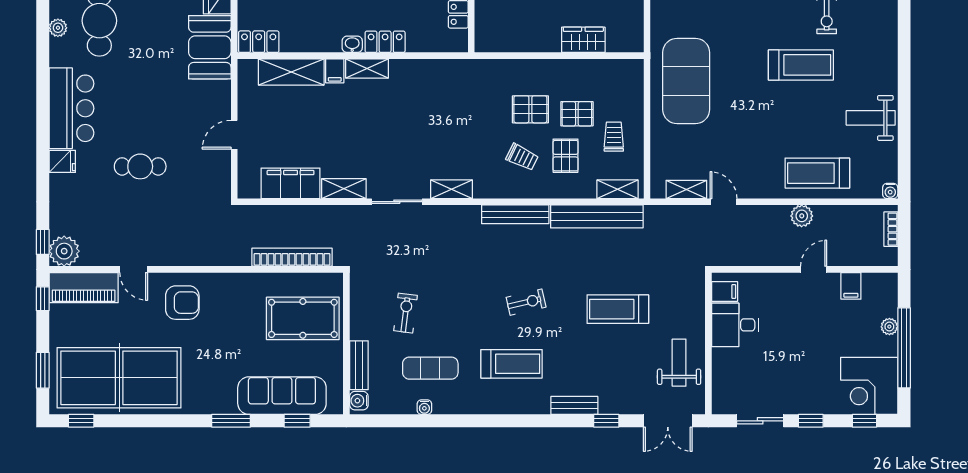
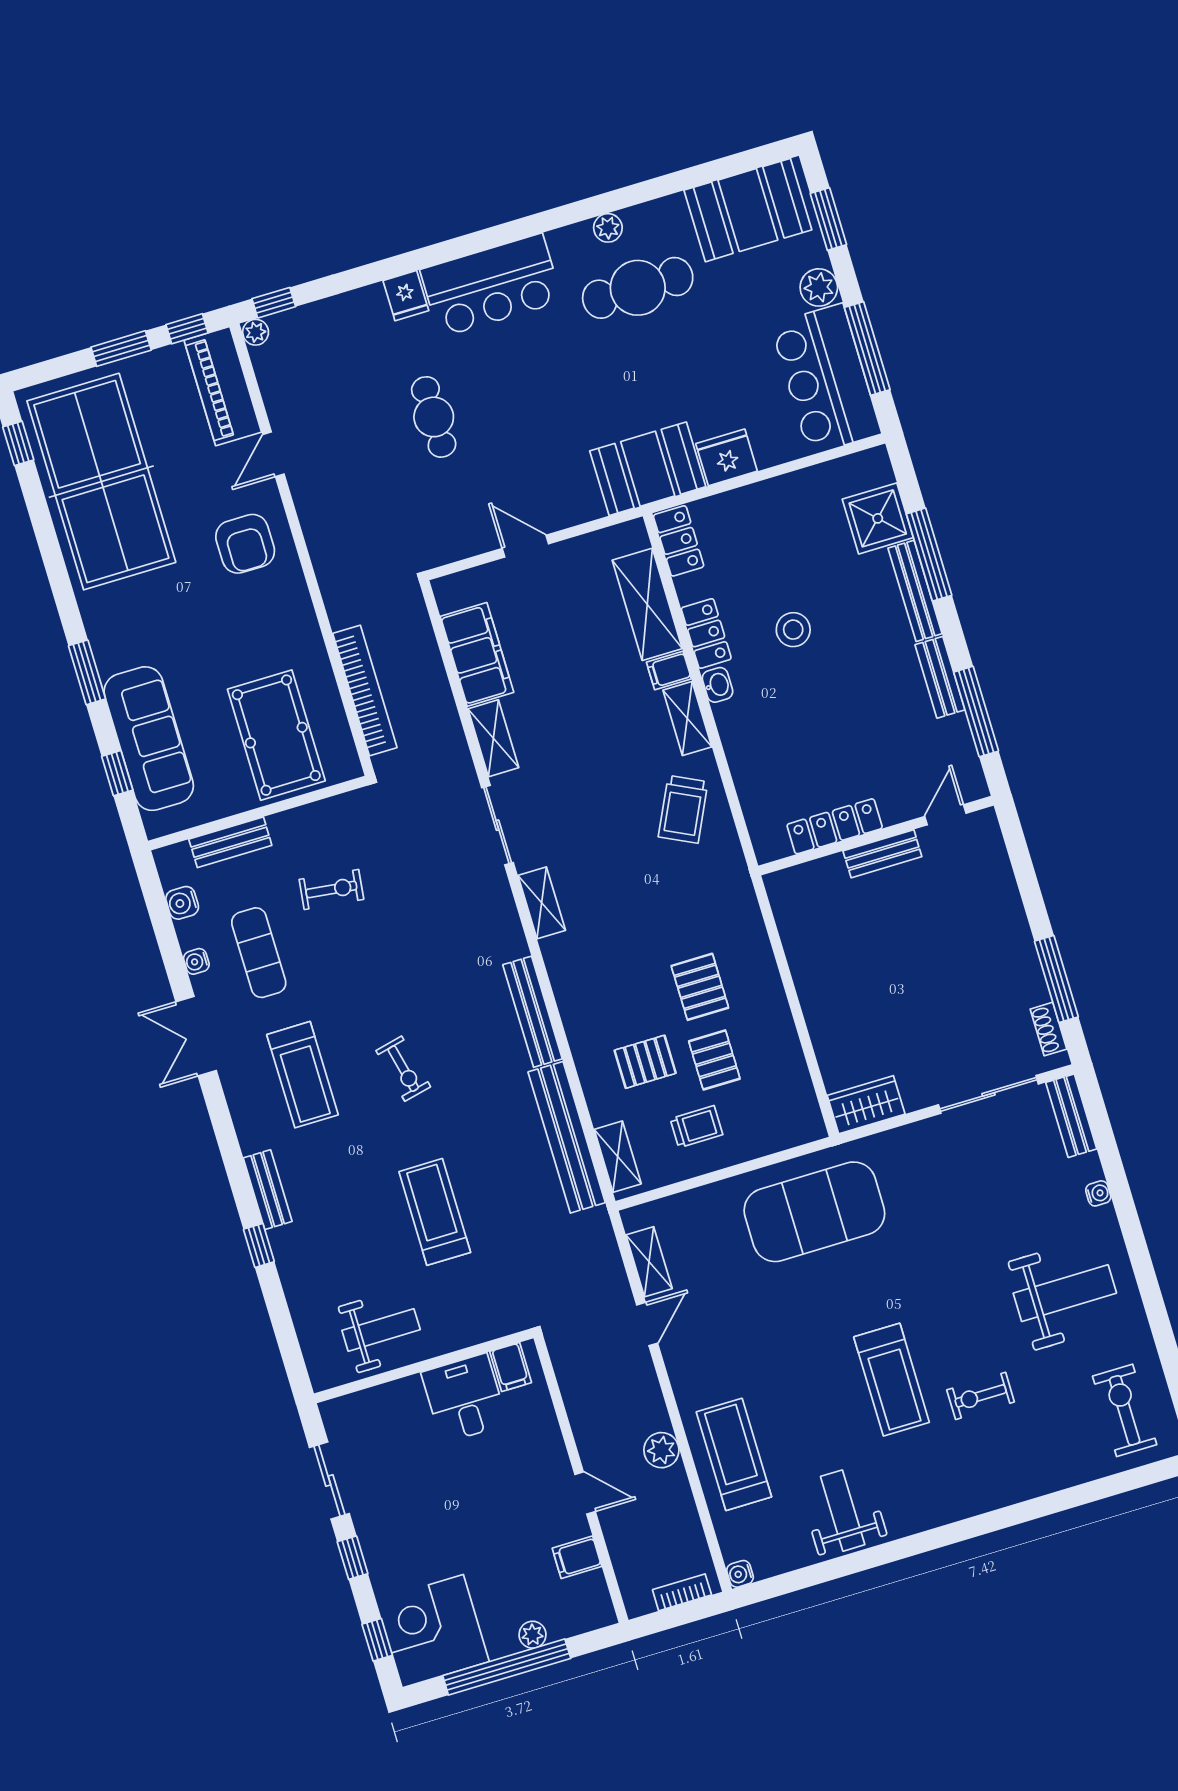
wardrobe: (583, 40) -> (866, 1105), moved, turned -90
locker: (385, 42) -> (706, 633), moved
trolley: (522, 157) -> (683, 809), moved, width x1.36, depth x1.39
plant: (64, 251) -> (256, 332), width x0.53, depth x0.53
window: (43, 370) -> (121, 349), moved
water cooler: (359, 401) -> (182, 903), moved, turned -90
double door: (668, 421) -> (196, 1036), moved

